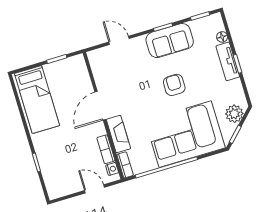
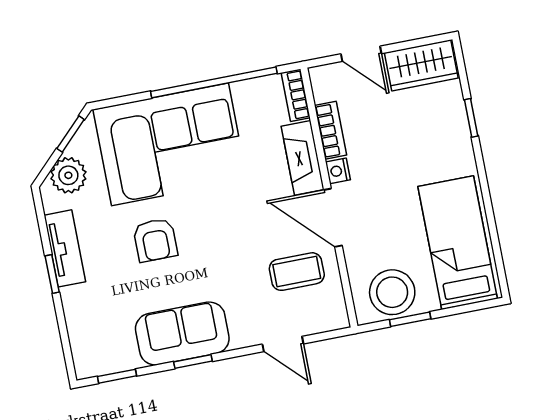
floor lamp: (222, 37) -> (77, 330), removed
tv unit: (228, 61) -> (65, 248), moved
stool: (67, 72) -> (392, 292), added
coffee table: (116, 77) -> (297, 272), added
armchair: (174, 85) -> (155, 240), moved
door: (100, 106) -> (333, 218), swing flipped
nightstand: (112, 169) -> (338, 171), moved
wardrobe: (64, 186) -> (421, 65), added

